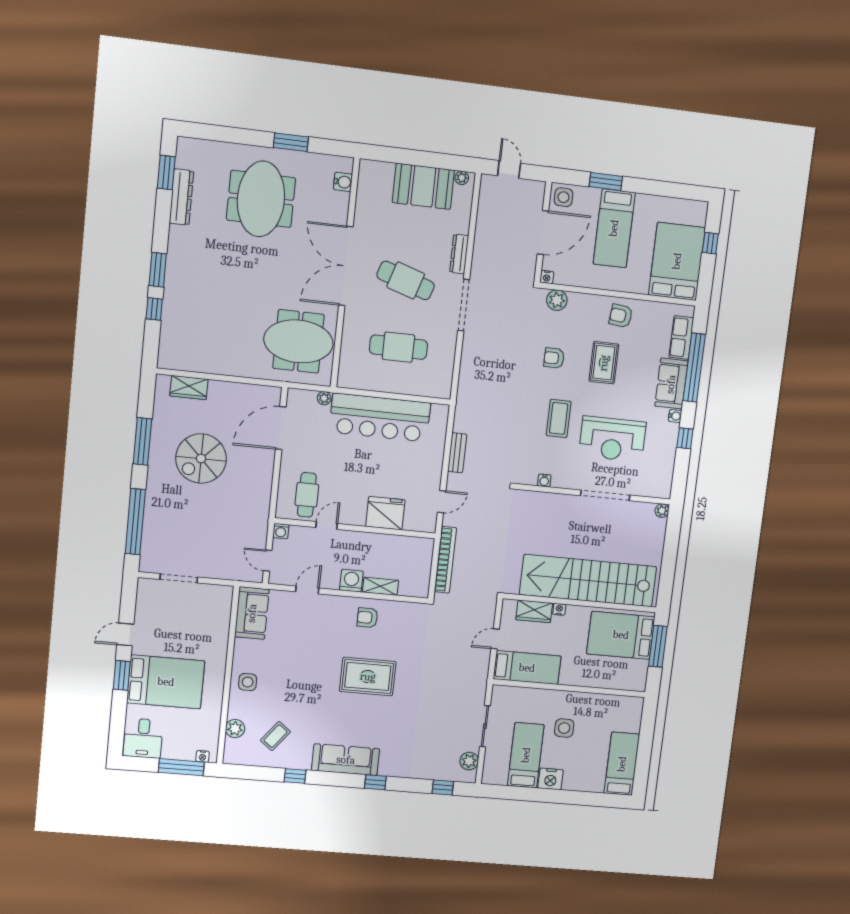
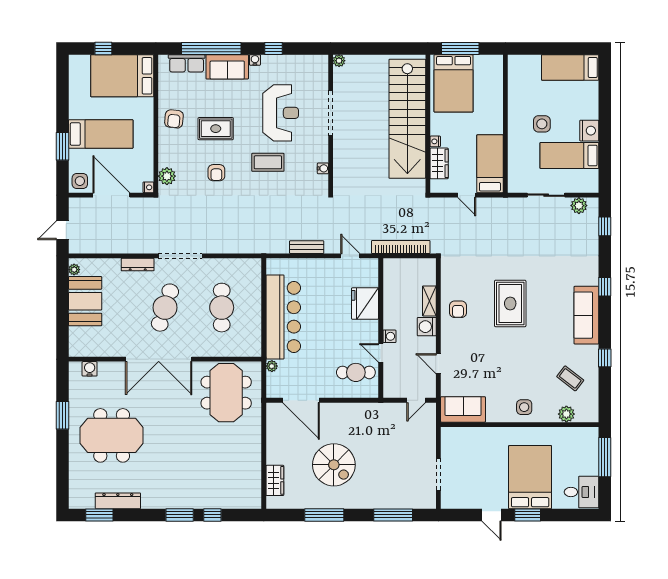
window: (135, 522) -> (393, 515), width x0.68
washing machine: (281, 531) -> (389, 336), moved
nightstand: (202, 756) -> (594, 440), removed

